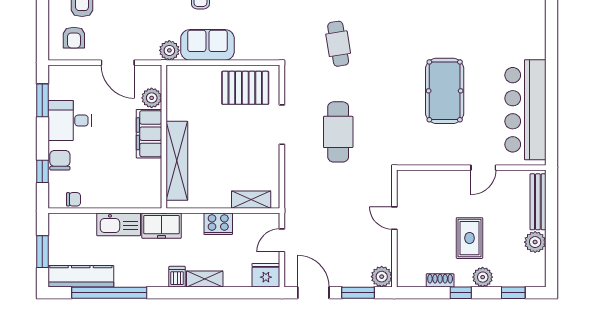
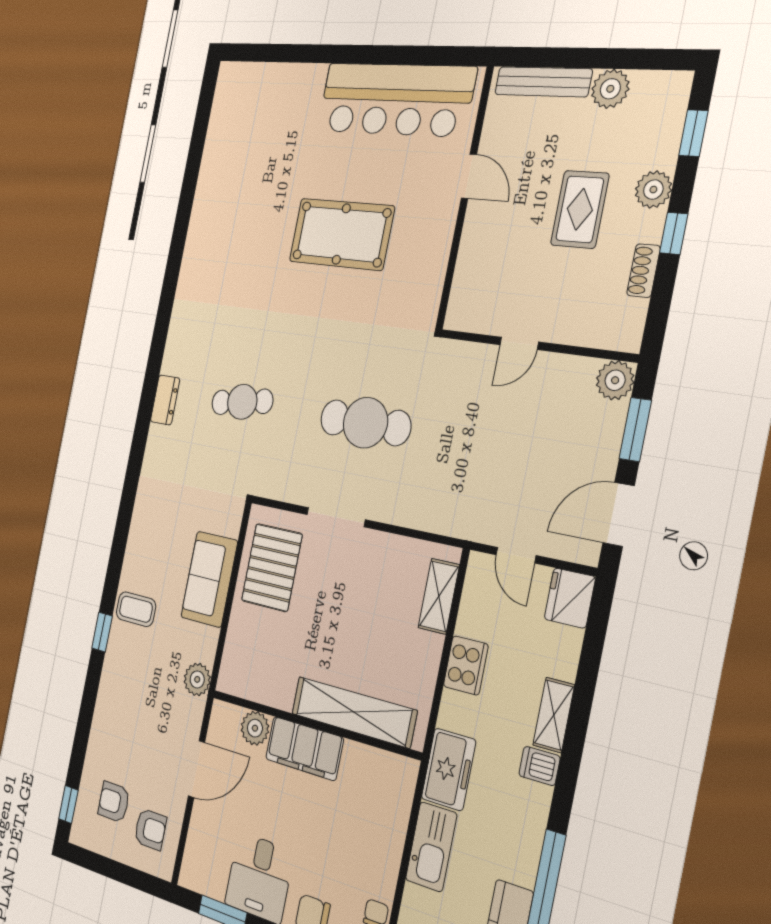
sofa: (207, 45) -> (209, 579), moved
rug: (470, 238) -> (580, 209), turned 90

